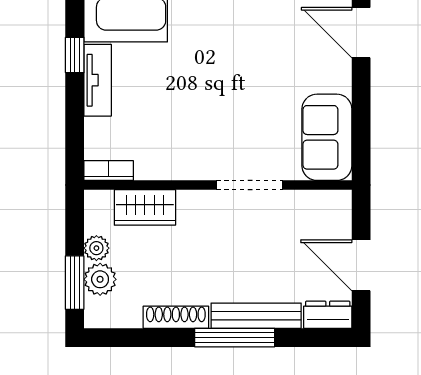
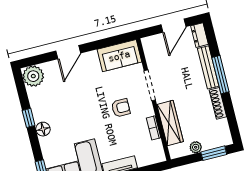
armchair: (218, 113) -> (121, 108), added
bookcase: (109, 171) -> (154, 128), moved
wardrobe: (145, 207) -> (170, 123), width x1.50
plant: (100, 279) -> (209, 142), removed

